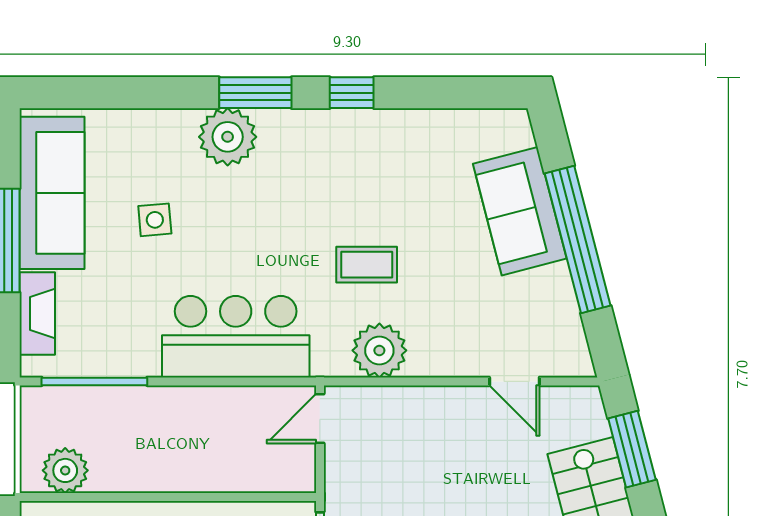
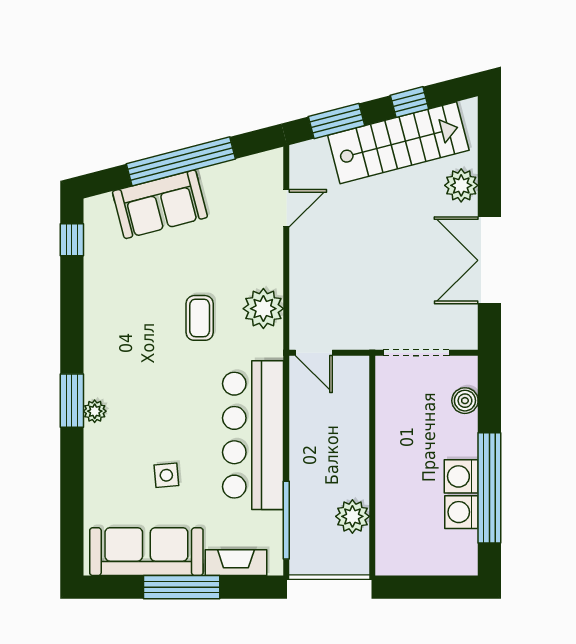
window: (352, 93) -> (72, 240), moved
plant: (228, 137) -> (95, 411), width x0.53, depth x0.53
bar counter: (236, 337) -> (253, 435), width x1.36
plant: (65, 470) -> (352, 516), moved

